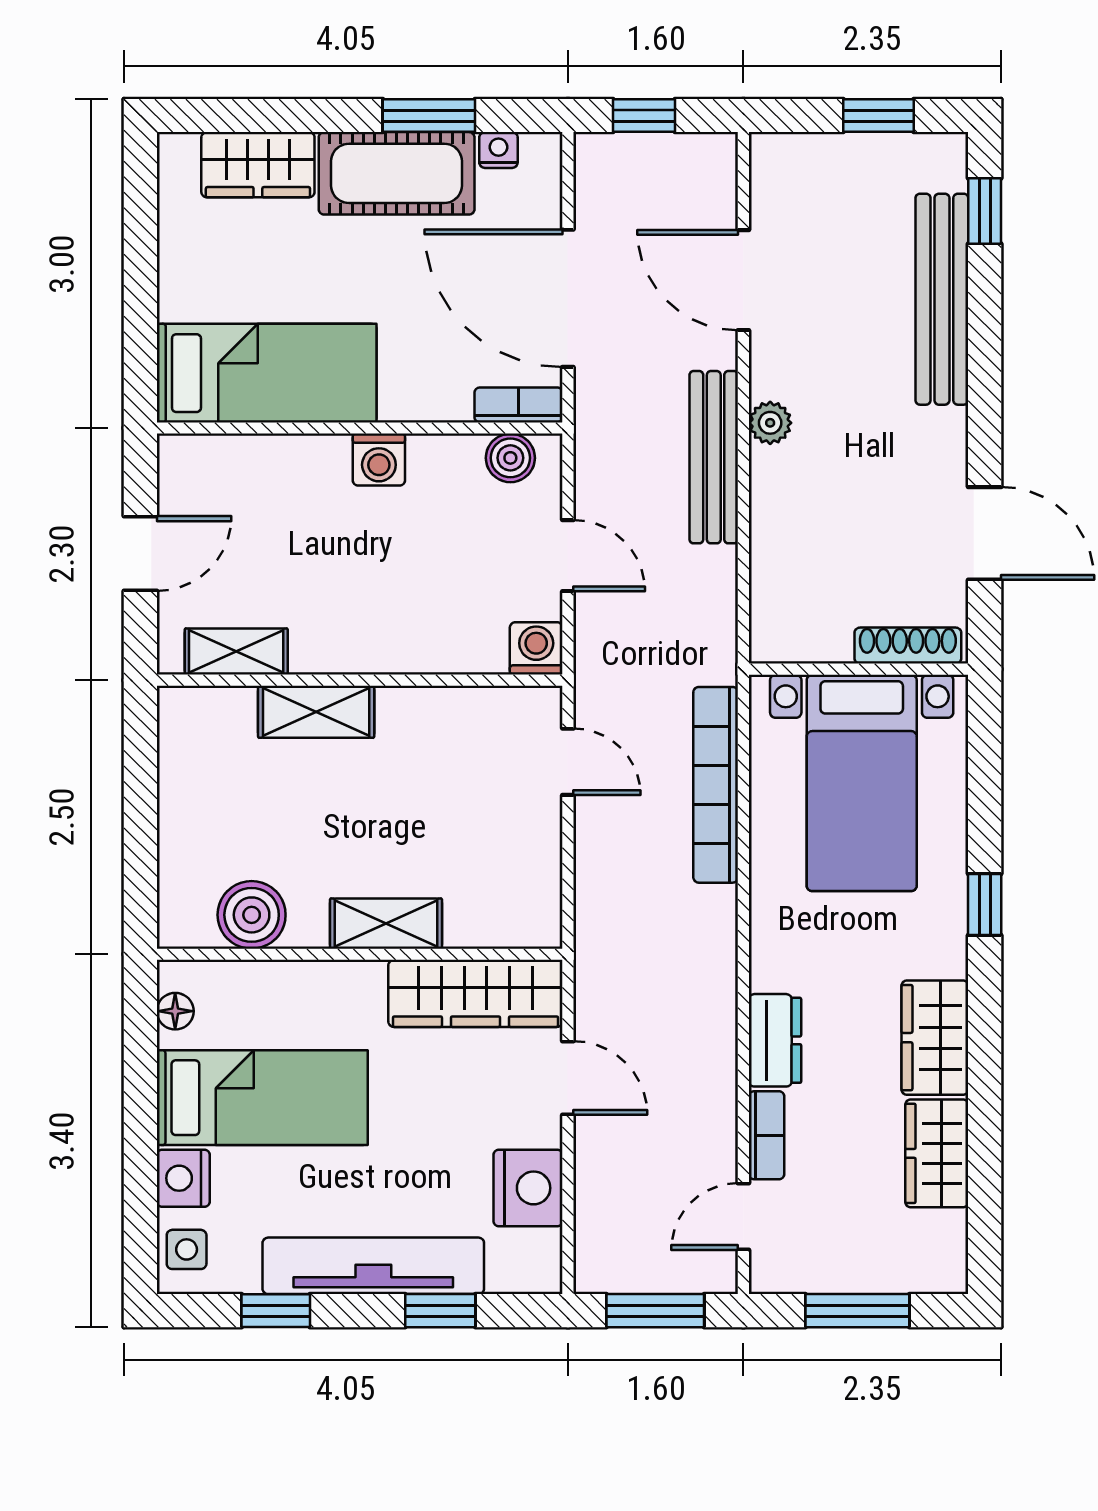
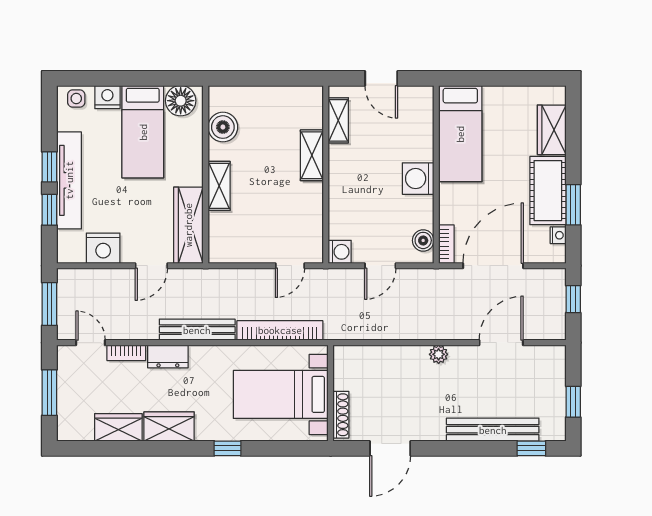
bench: (714, 457) -> (197, 330), moved
washing machine: (379, 460) -> (418, 179), width x1.38, depth x1.38
floor lamp: (175, 1011) -> (181, 101), width x1.89, depth x1.89
window: (276, 1311) -> (49, 167), moved

